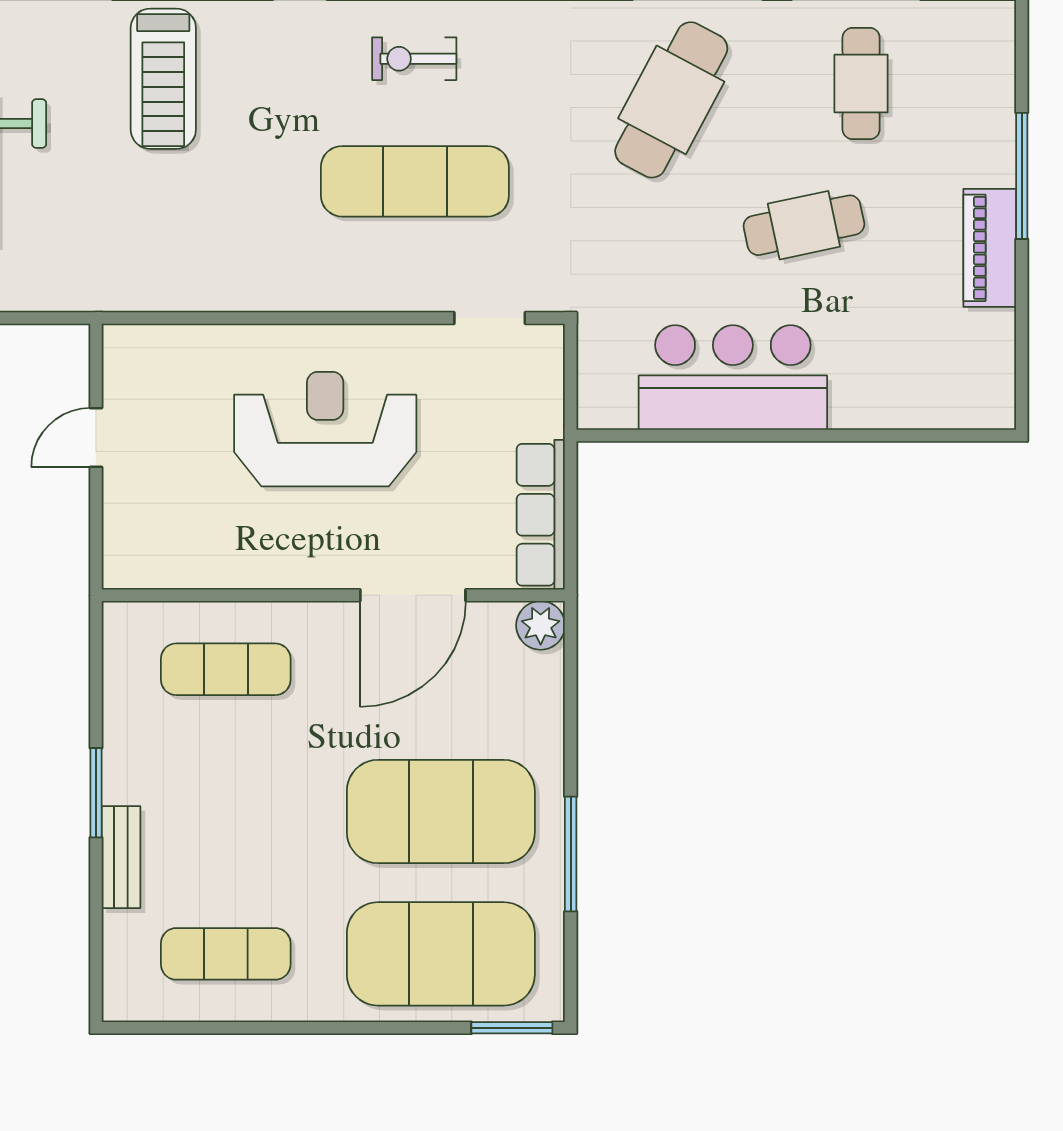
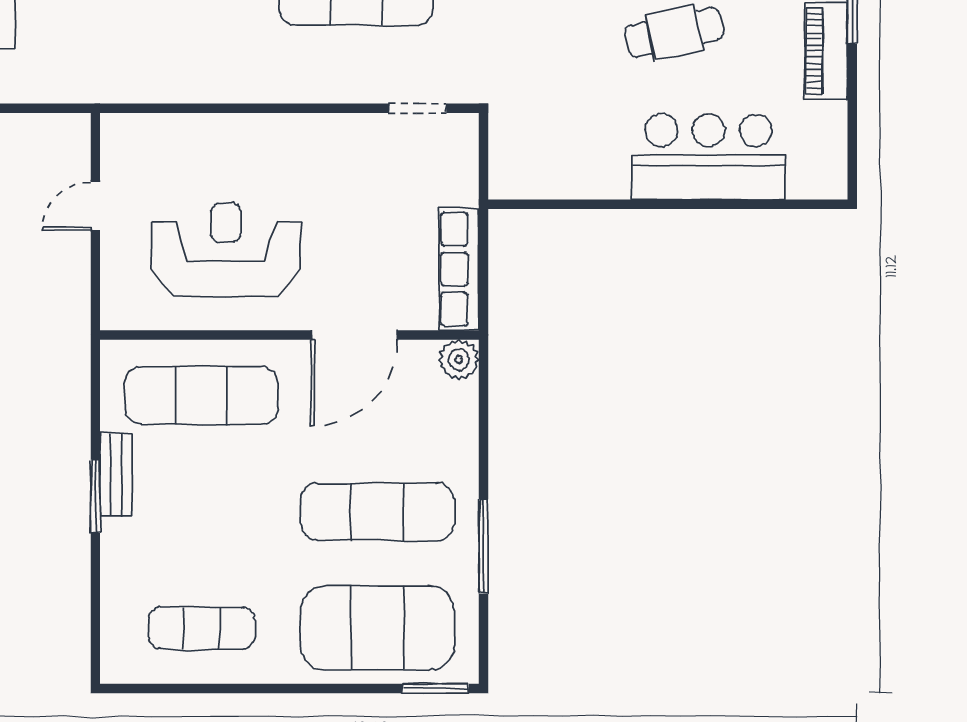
bar counter: (733, 378) -> (709, 157), moved
reception desk: (325, 429) -> (226, 250), moved
exercise mat: (226, 669) -> (201, 395), width x1.36, depth x1.45
exercise mat: (441, 812) -> (377, 512), width x0.68
bench: (121, 857) -> (116, 475), moved

